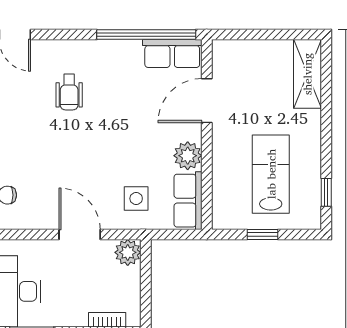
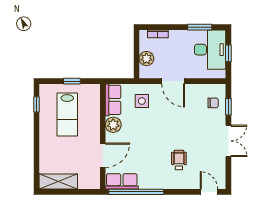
shelving: (307, 74) -> (58, 182), moved, turned 90
plant: (128, 252) -> (146, 59), moved

